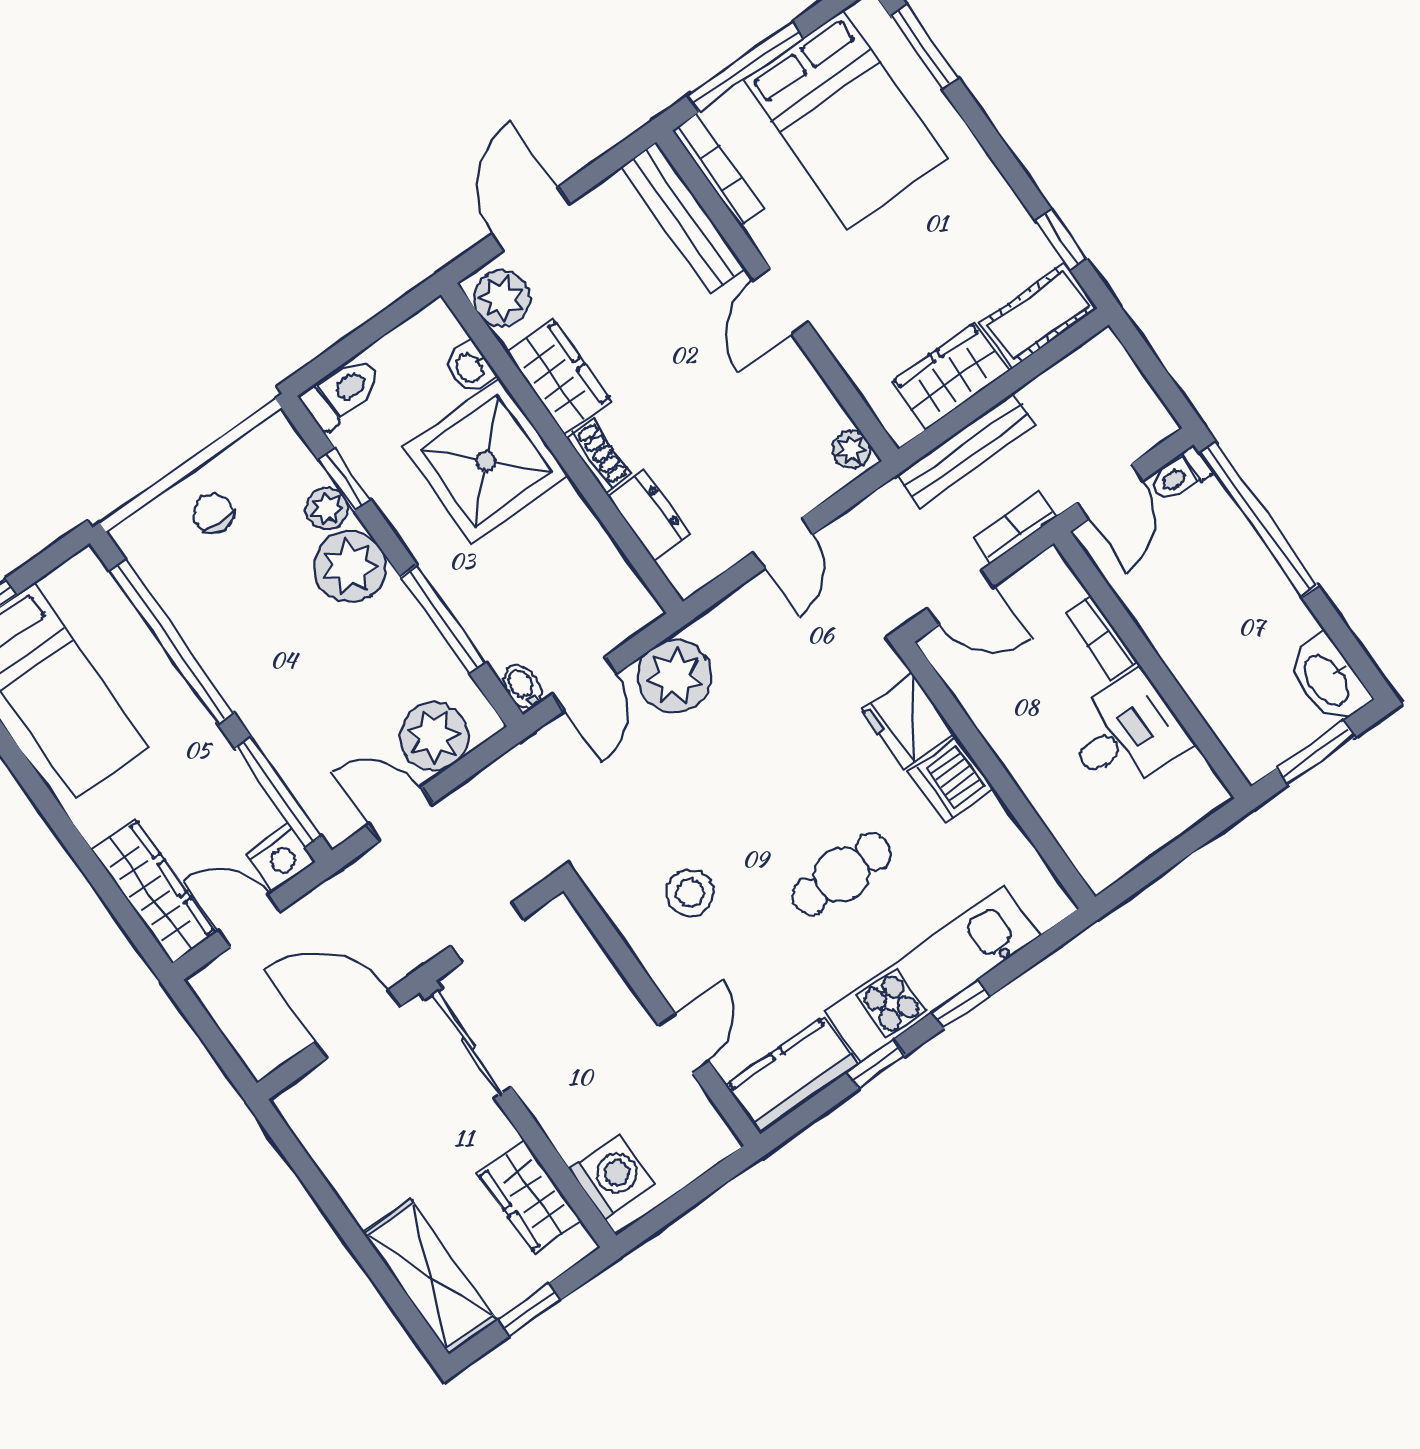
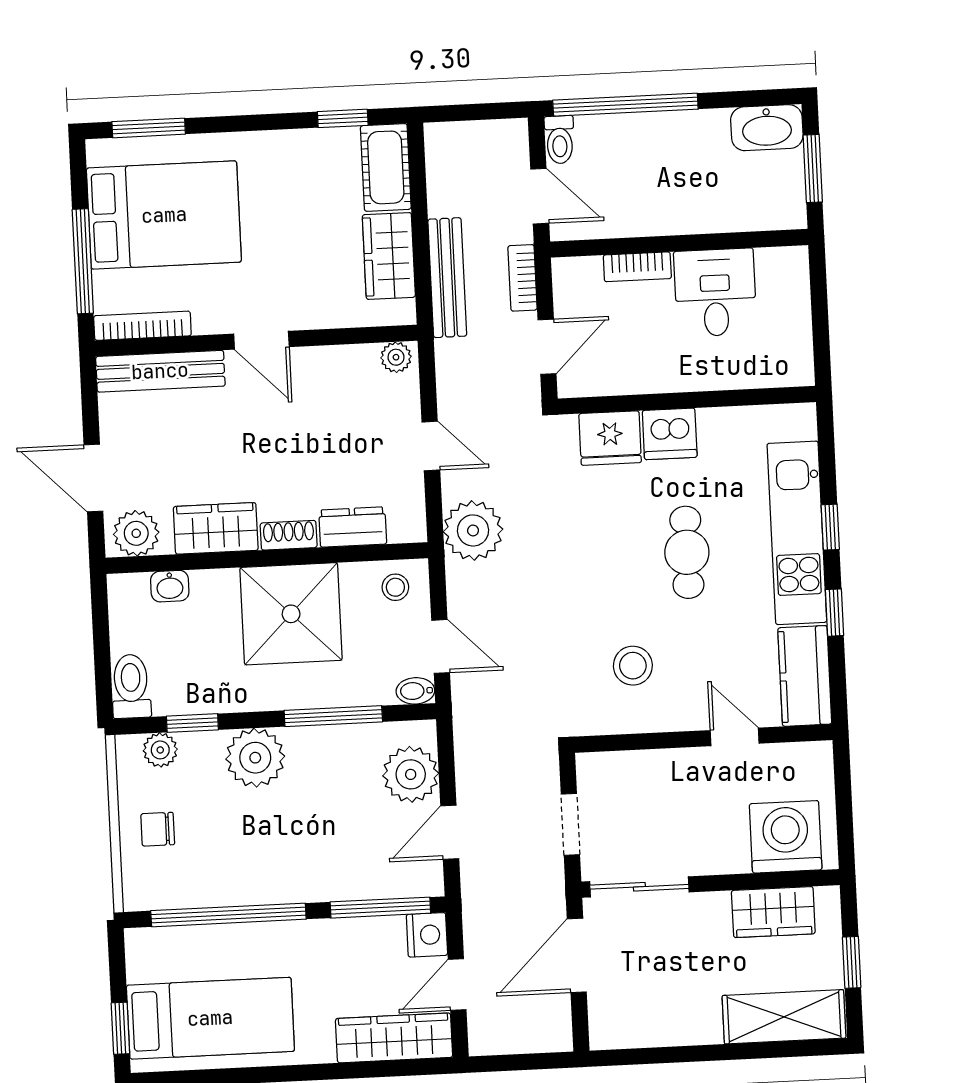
shower: (486, 461) -> (291, 614), moved
plant: (327, 508) -> (160, 750), moved
stool: (616, 599) -> (395, 587), added
plant: (675, 676) -> (473, 530), moved
washing machine: (612, 1176) -> (786, 837), width x1.37, depth x1.37

